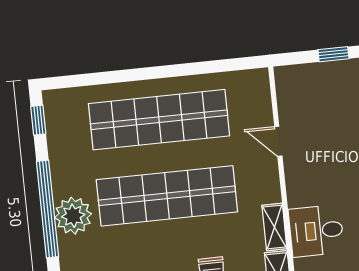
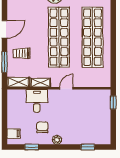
window: (333, 54) -> (113, 102), moved
door: (278, 141) -> (66, 88), moved

